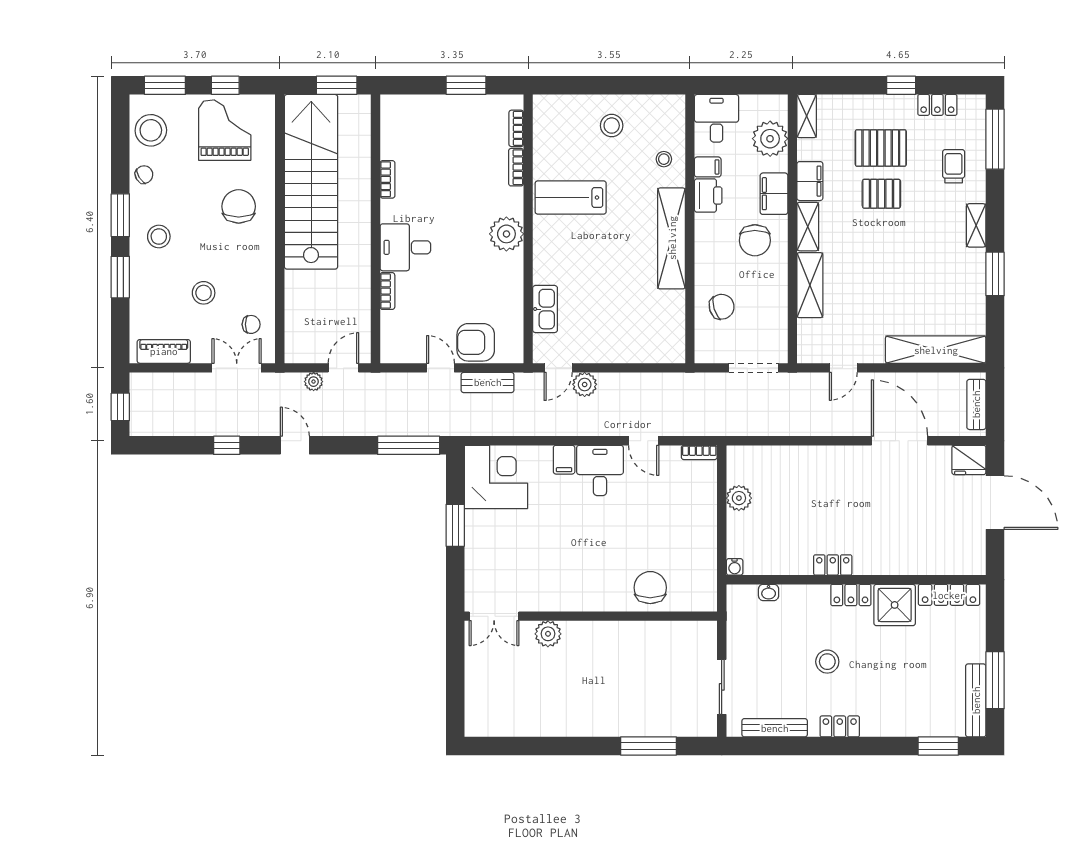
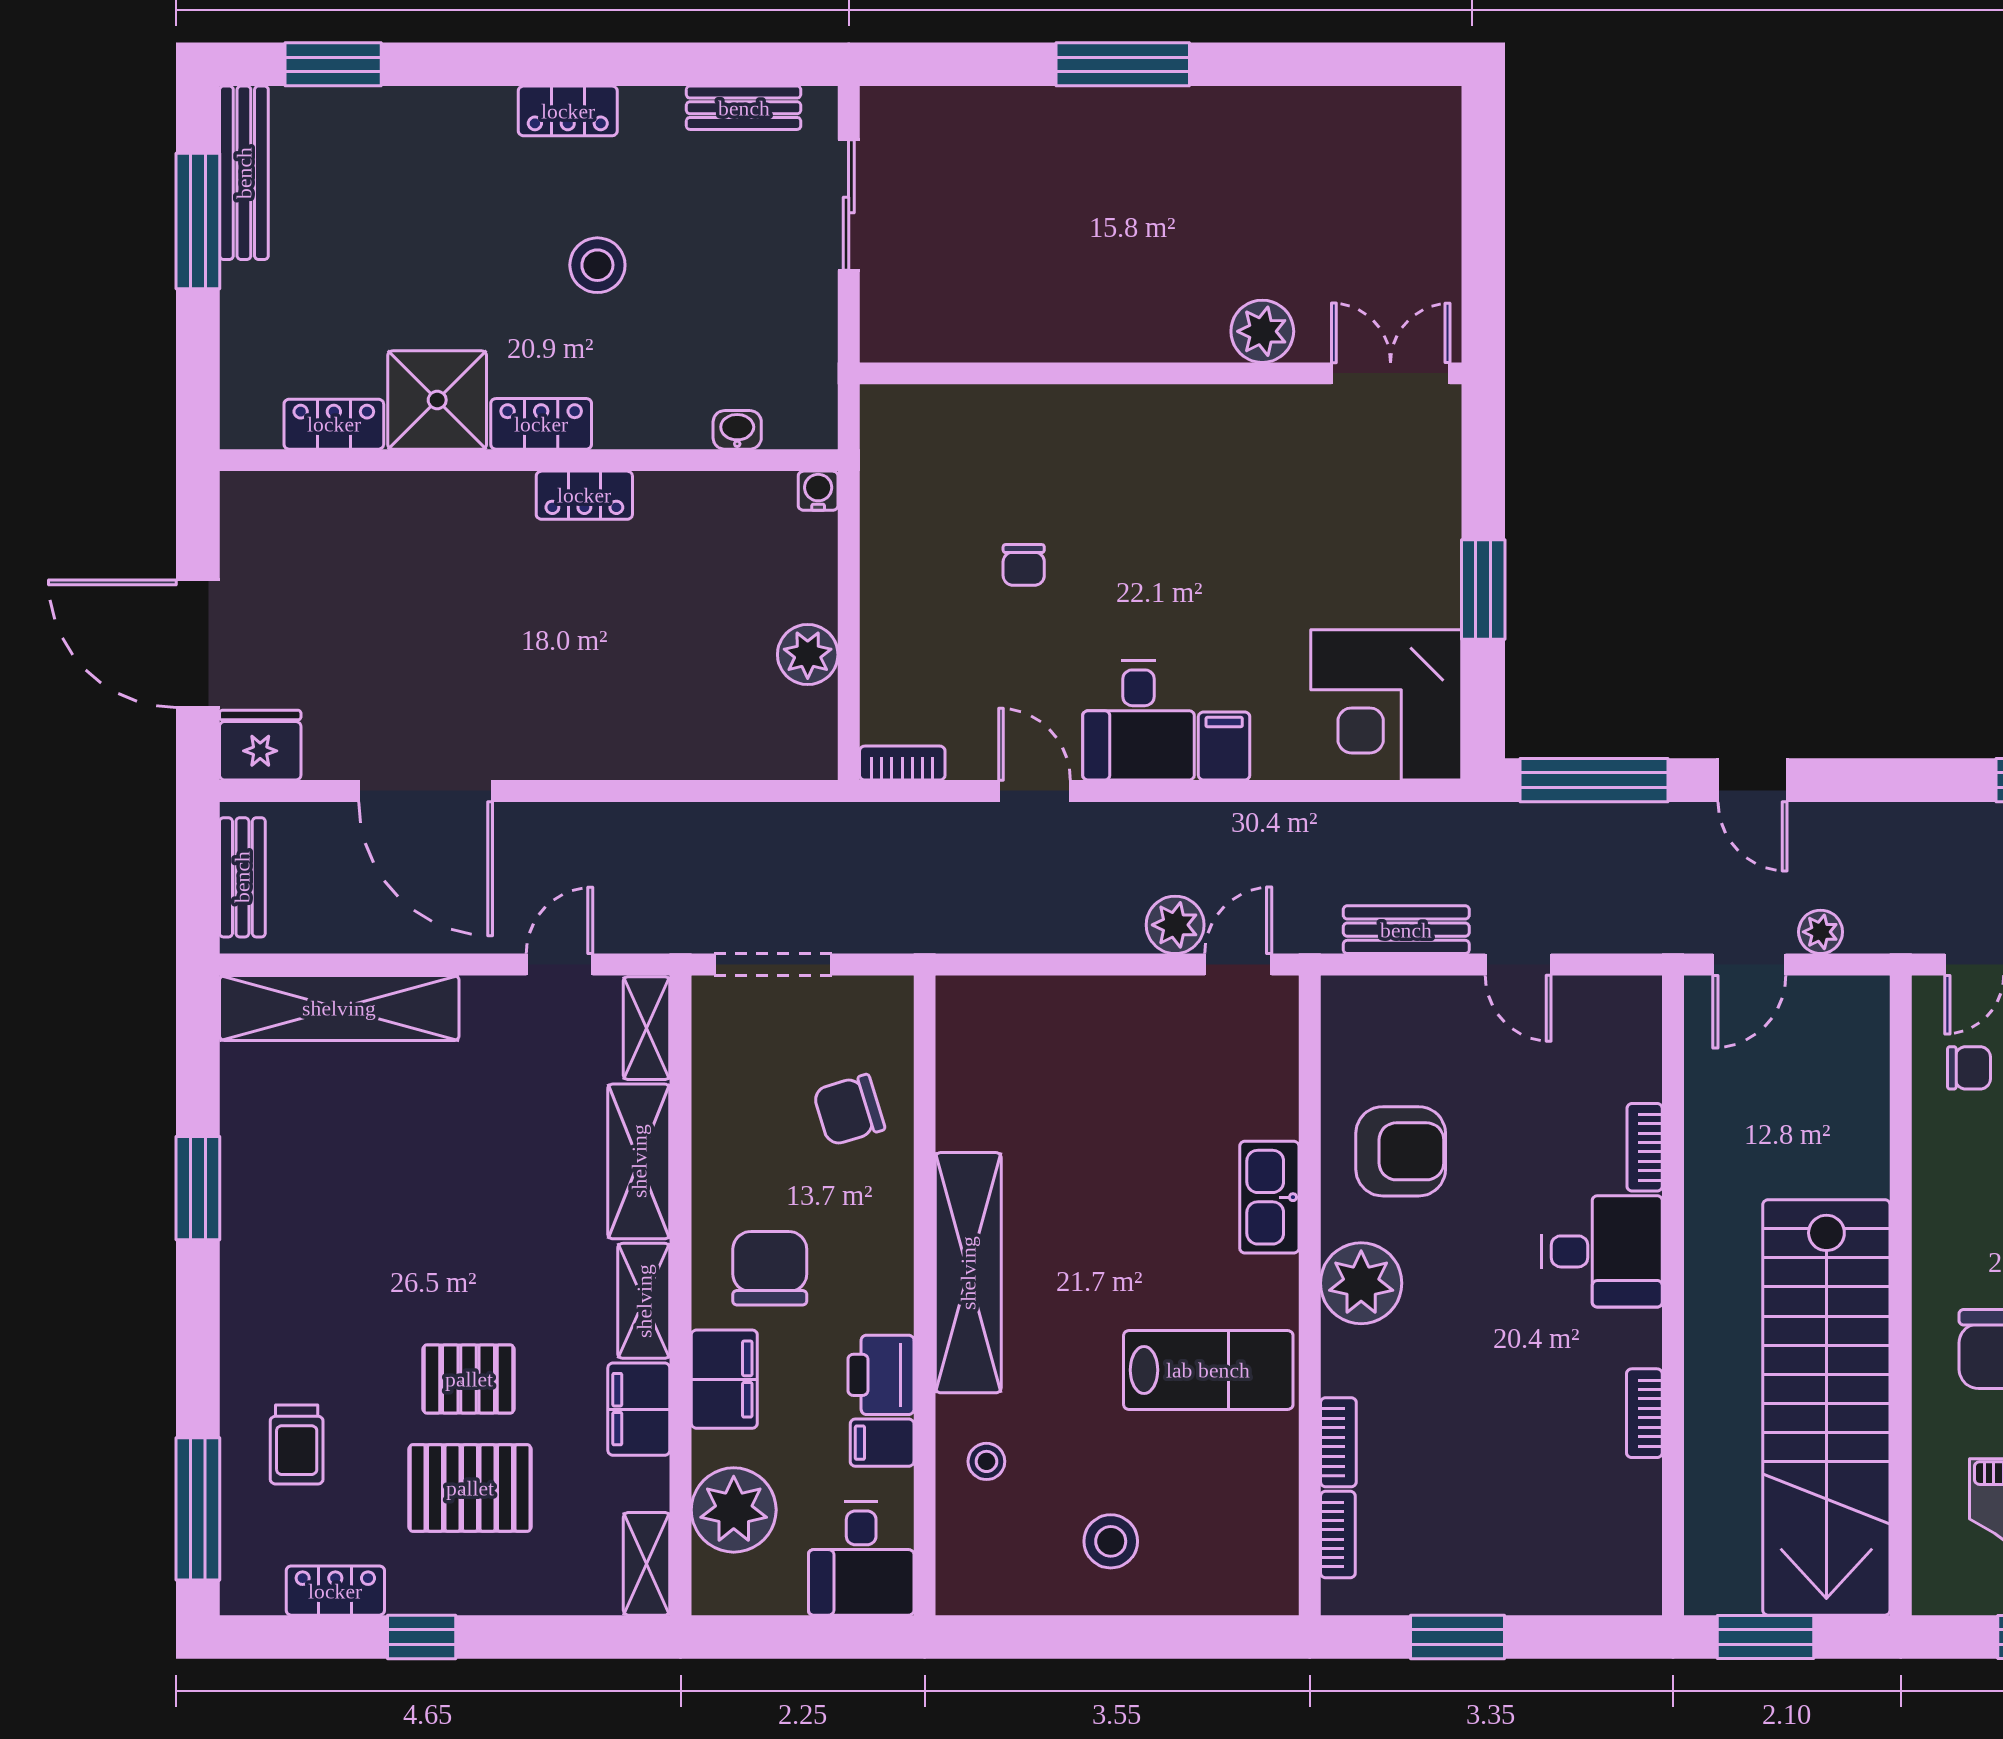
shelving: (976, 225) -> (647, 1028), moved
kitchen sink: (545, 309) -> (1269, 1197), moved
chair: (251, 324) -> (1969, 1068), turned 180
armchair: (476, 342) -> (1401, 1151), moved
door: (295, 445) -> (1753, 780), moved
chair: (650, 588) -> (1024, 565), moved, width x0.54, depth x0.54
locker: (949, 595) -> (334, 424), width x0.66
bench: (775, 728) -> (744, 108), width x0.73
window: (648, 746) -> (1123, 64), moved

